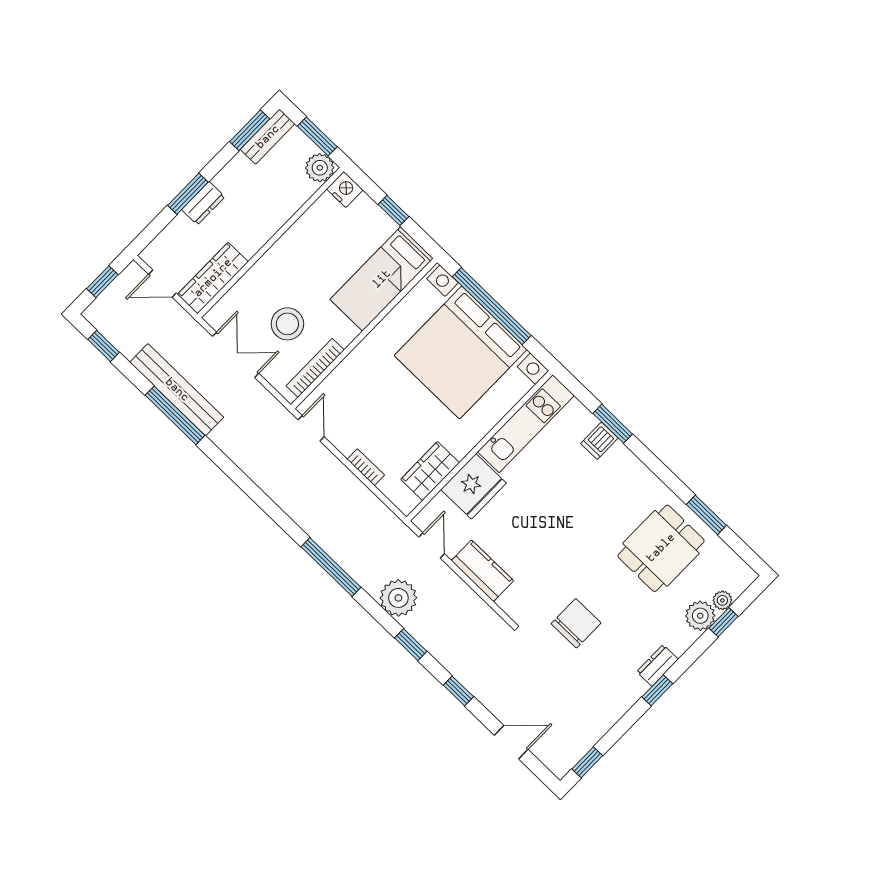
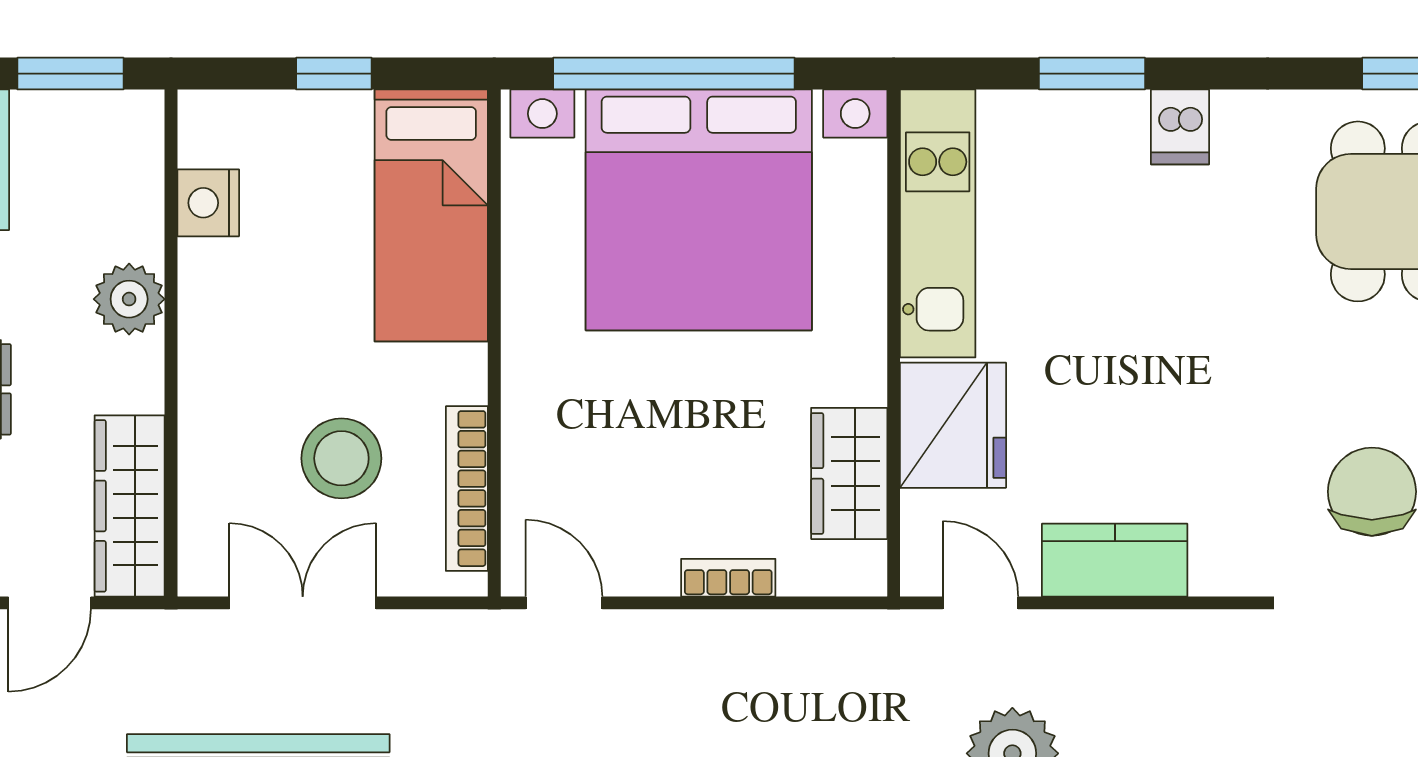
plant: (320, 168) -> (129, 299), moved
nightstand: (345, 189) -> (208, 203), moved, turned -90
dishwasher: (599, 441) -> (1180, 127), moved

